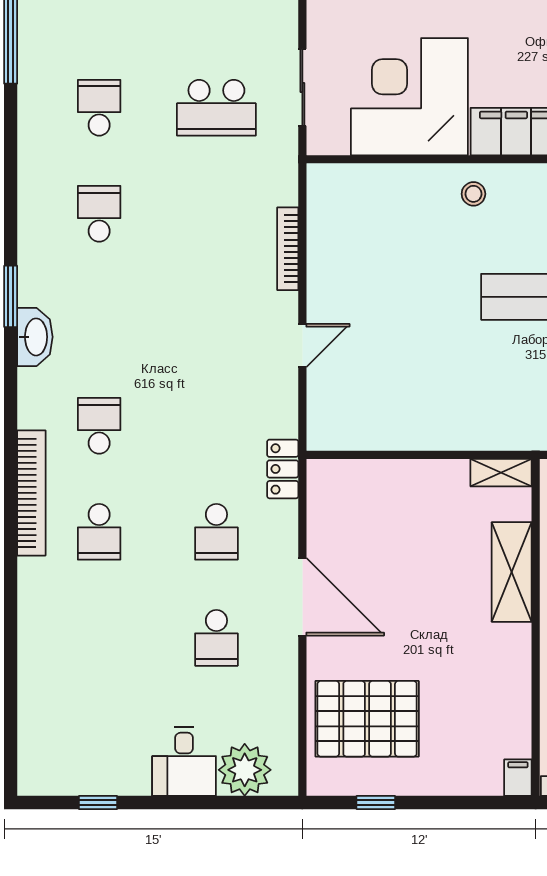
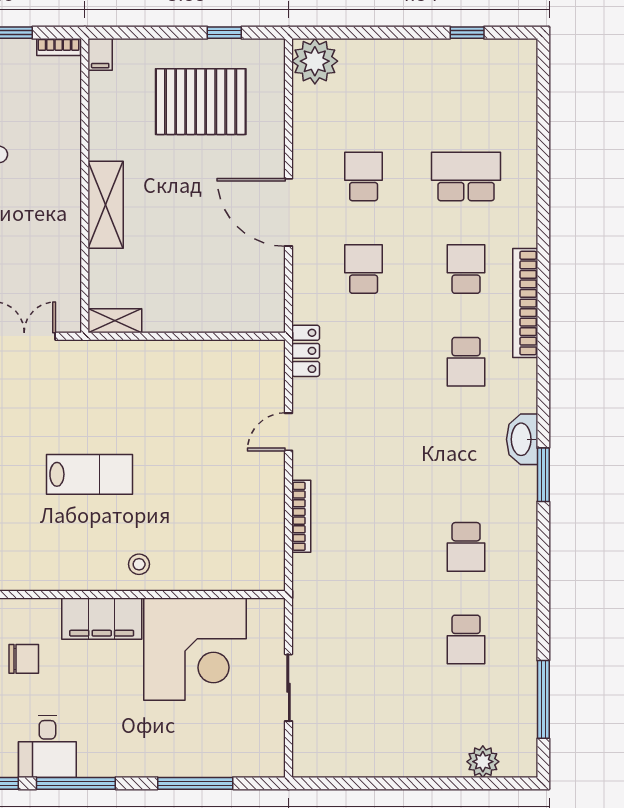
sliding door: (302, 87) -> (289, 688), moved
school desk: (216, 108) -> (466, 176), moved
locker: (283, 469) -> (306, 351), moved
shelving: (512, 572) -> (106, 205), moved
pallet: (367, 719) -> (201, 102), moved
desk: (184, 762) -> (392, 68), removed
plant: (245, 770) -> (315, 61), moved

